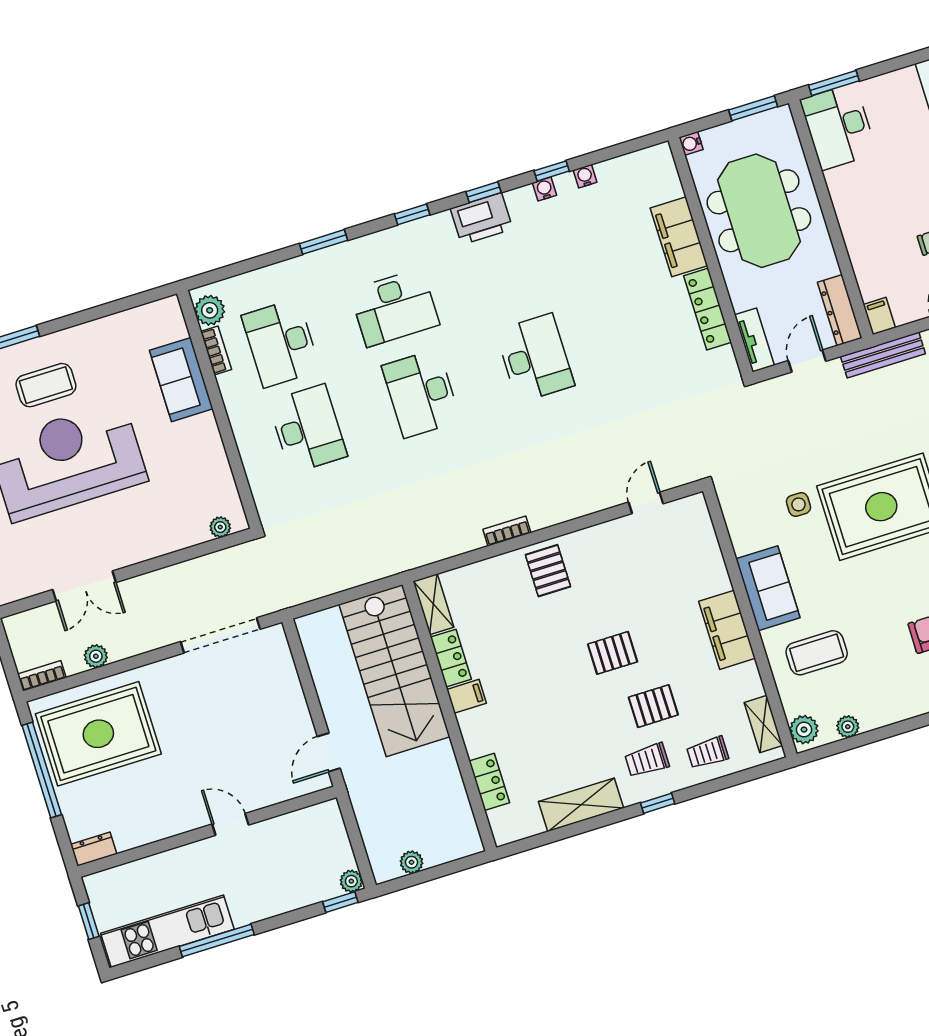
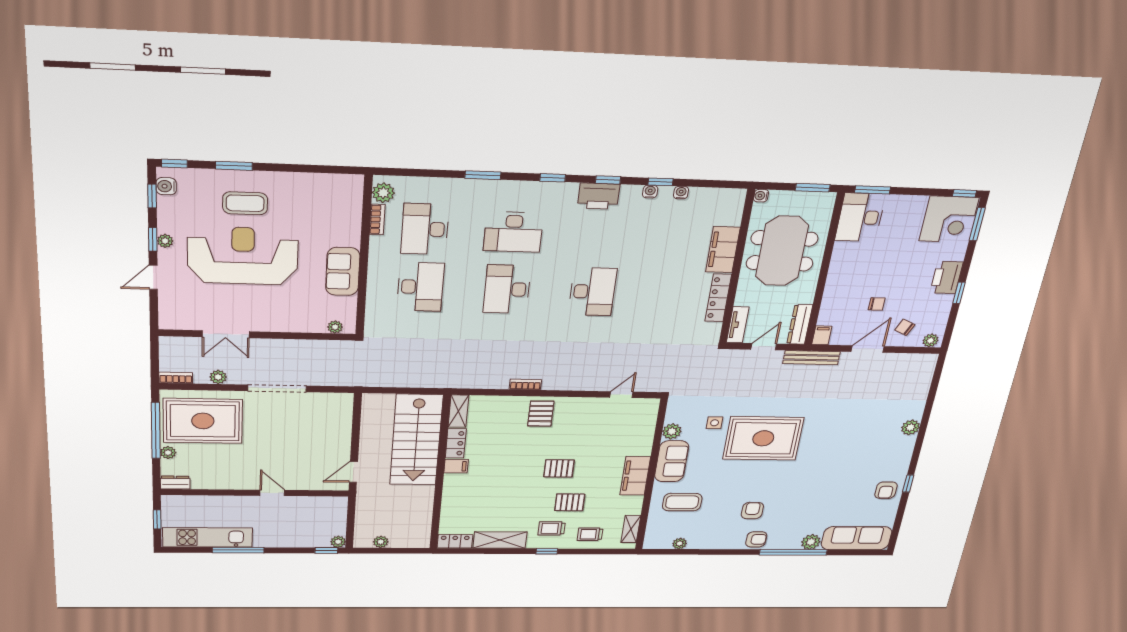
sofa: (181, 380) -> (343, 271), moved
doorway: (220, 635) -> (277, 388), moved
plant: (804, 730) -> (672, 431), moved
locker: (489, 782) -> (455, 541), moved, turned -90
plant: (69, 801) -> (168, 453), added

